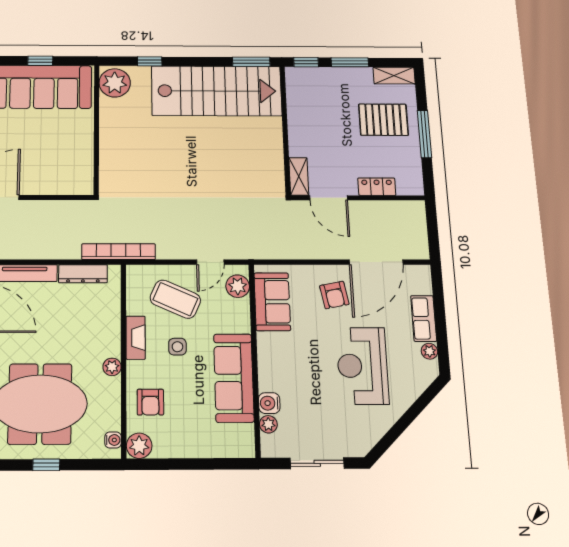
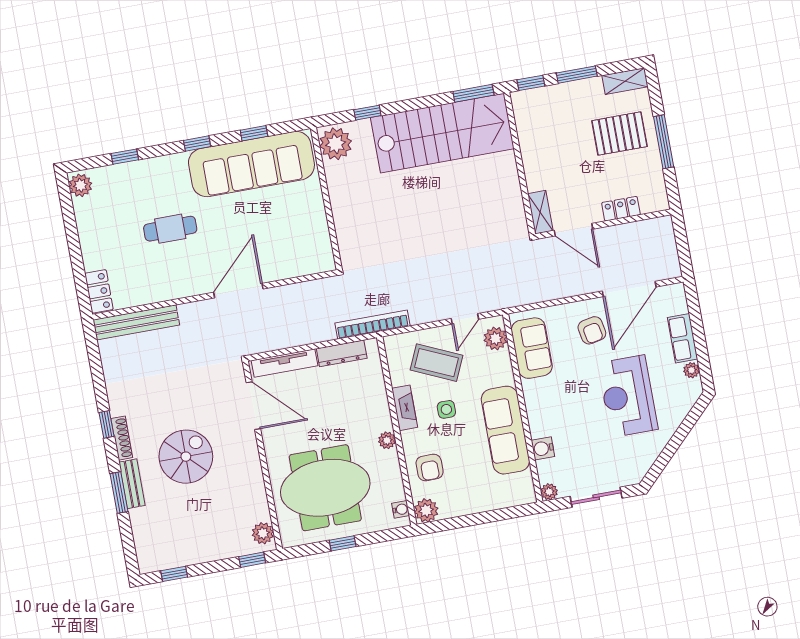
plant: (268, 424) -> (549, 492), moved

